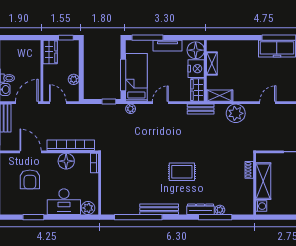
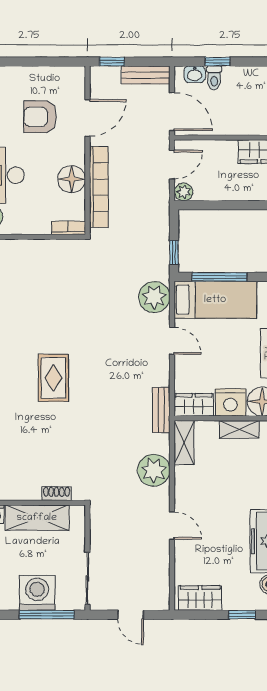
plant: (74, 79) -> (184, 192), moved
plant: (131, 109) -> (154, 297), width x1.87, depth x1.87

